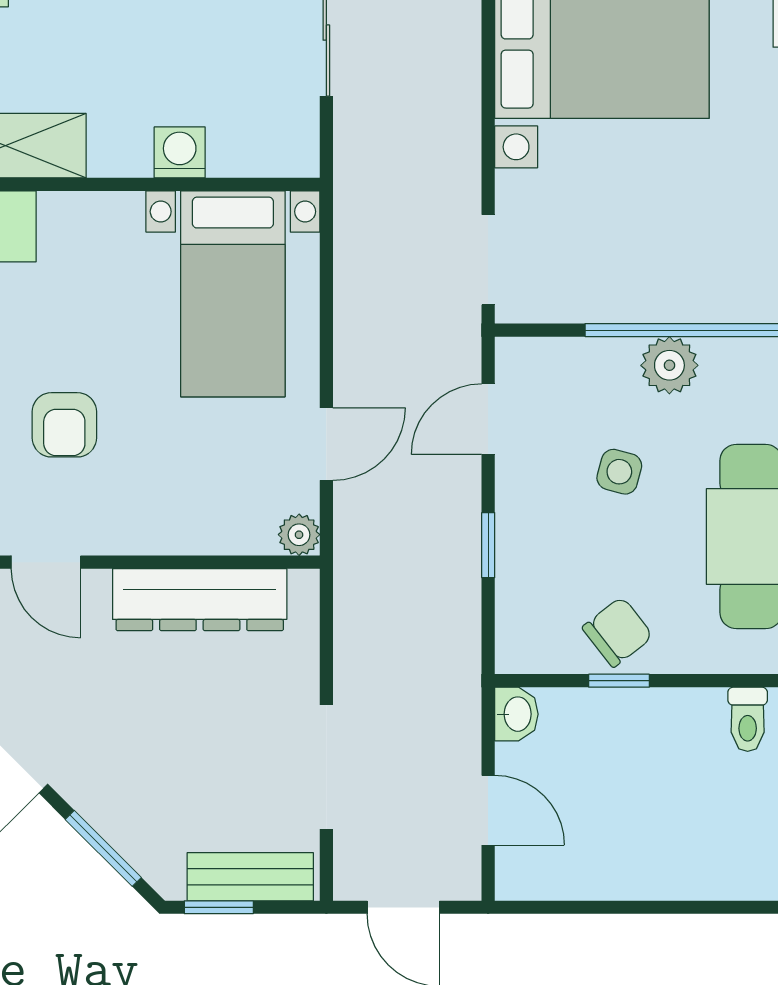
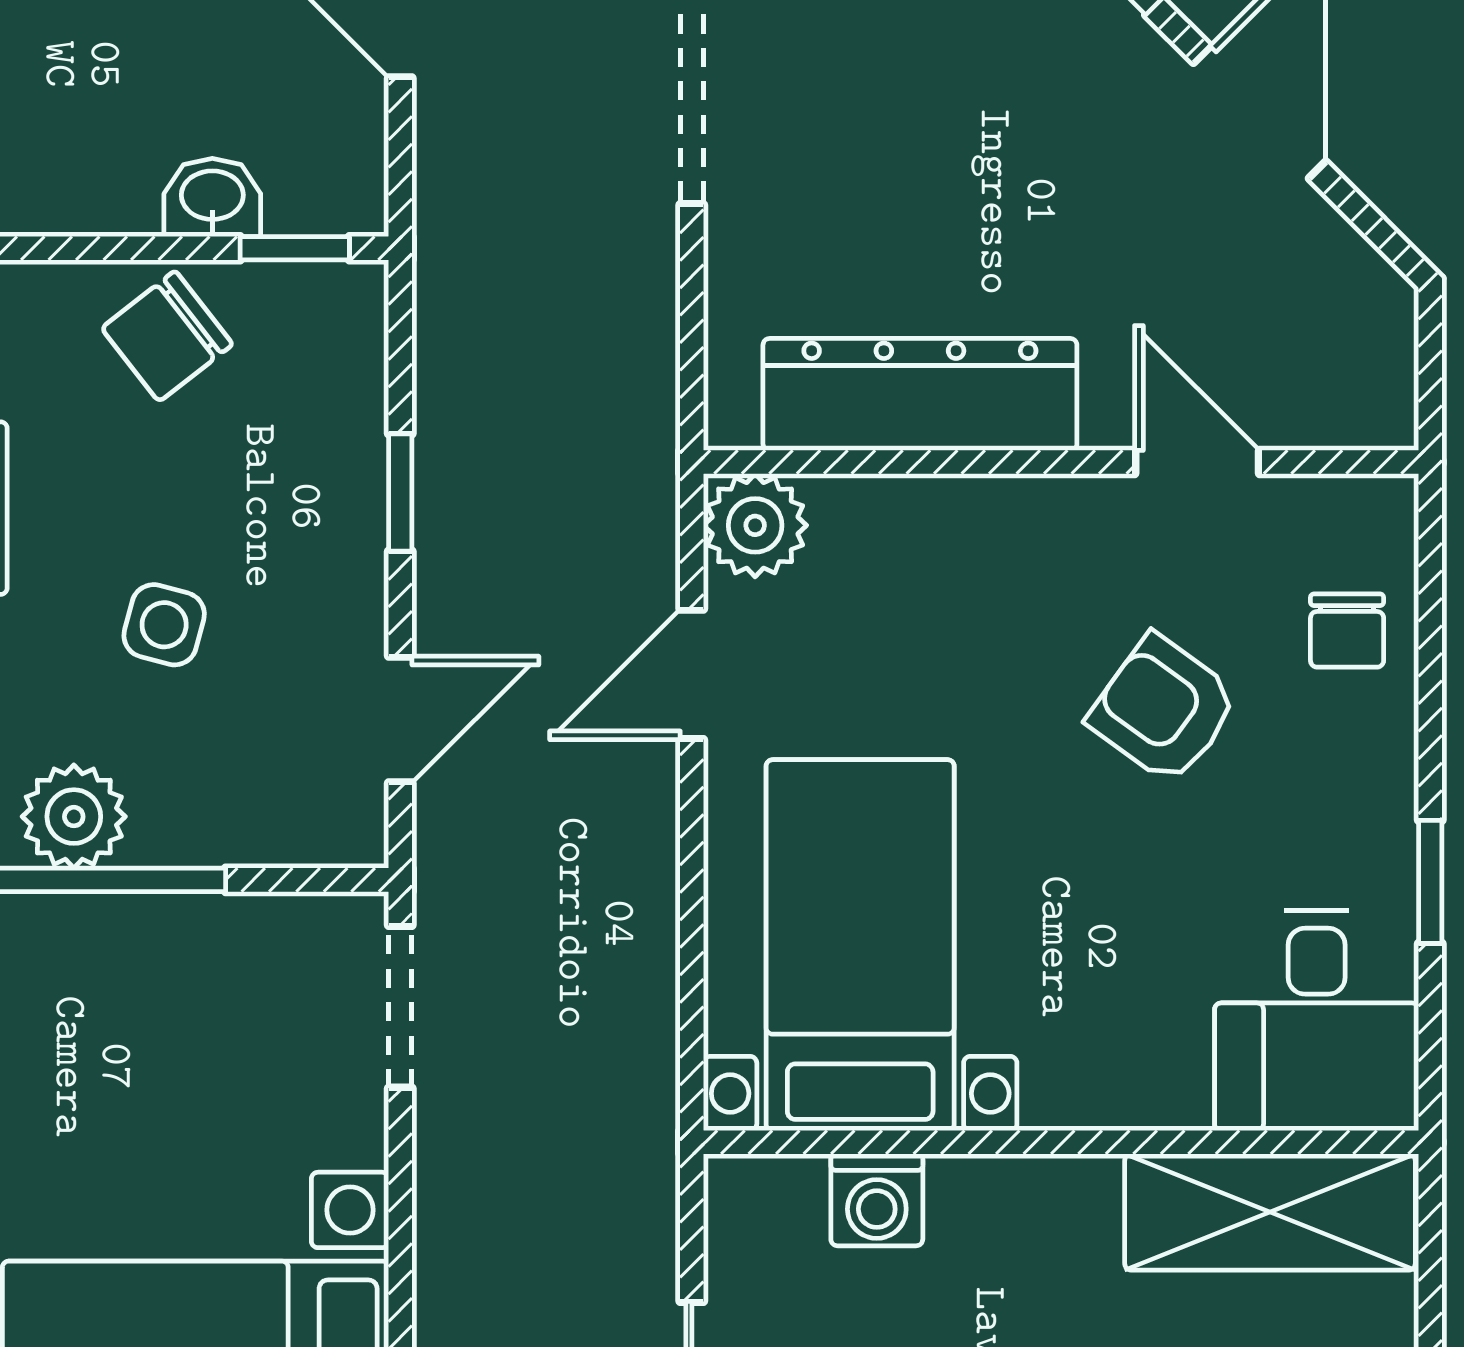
washing machine: (180, 152) -> (877, 1200), moved
armchair: (64, 425) -> (1164, 709), turned -54
plant: (299, 535) -> (755, 525), width x1.38, depth x1.38
window: (619, 681) -> (295, 248), moved
washbasin: (516, 714) -> (212, 198), moved, turned 90

